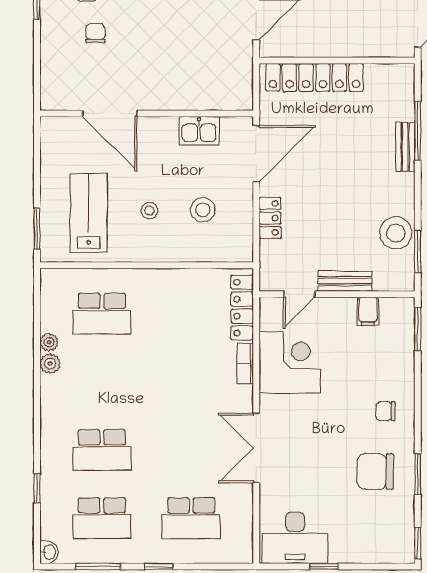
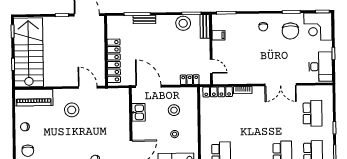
locker: (270, 218) -> (190, 80), moved
bench: (345, 281) -> (205, 26), moved
corner desk: (290, 362) -> (318, 27), moved, turned -90

